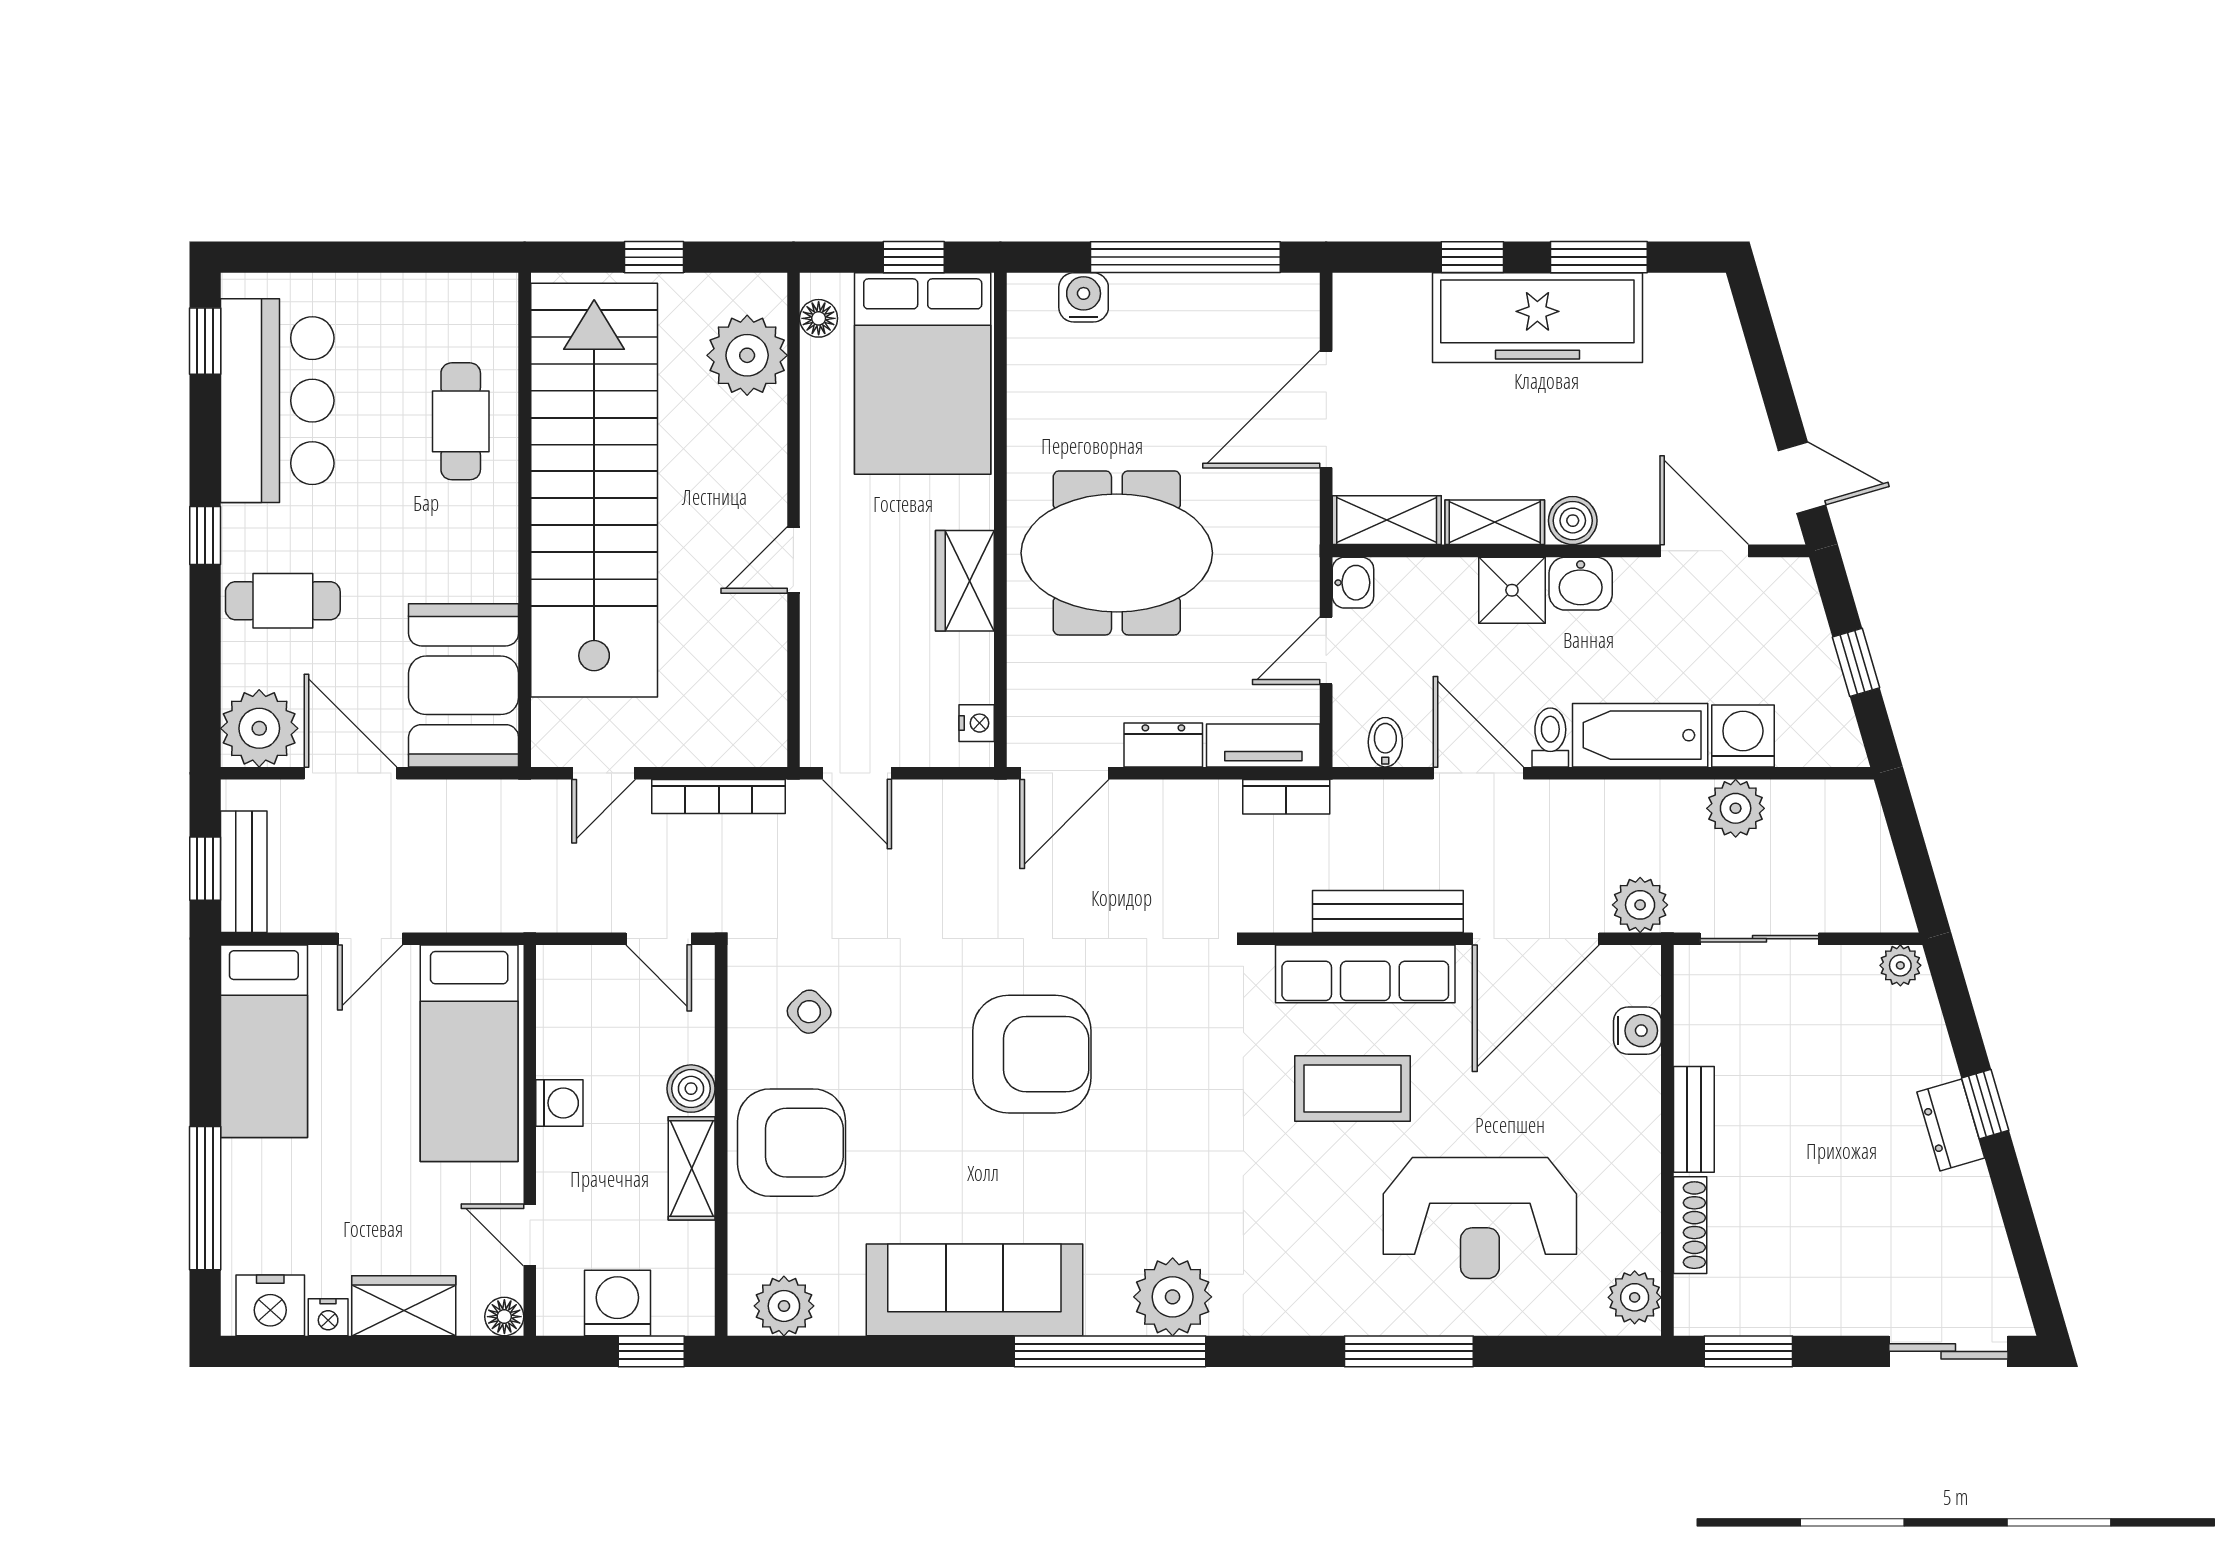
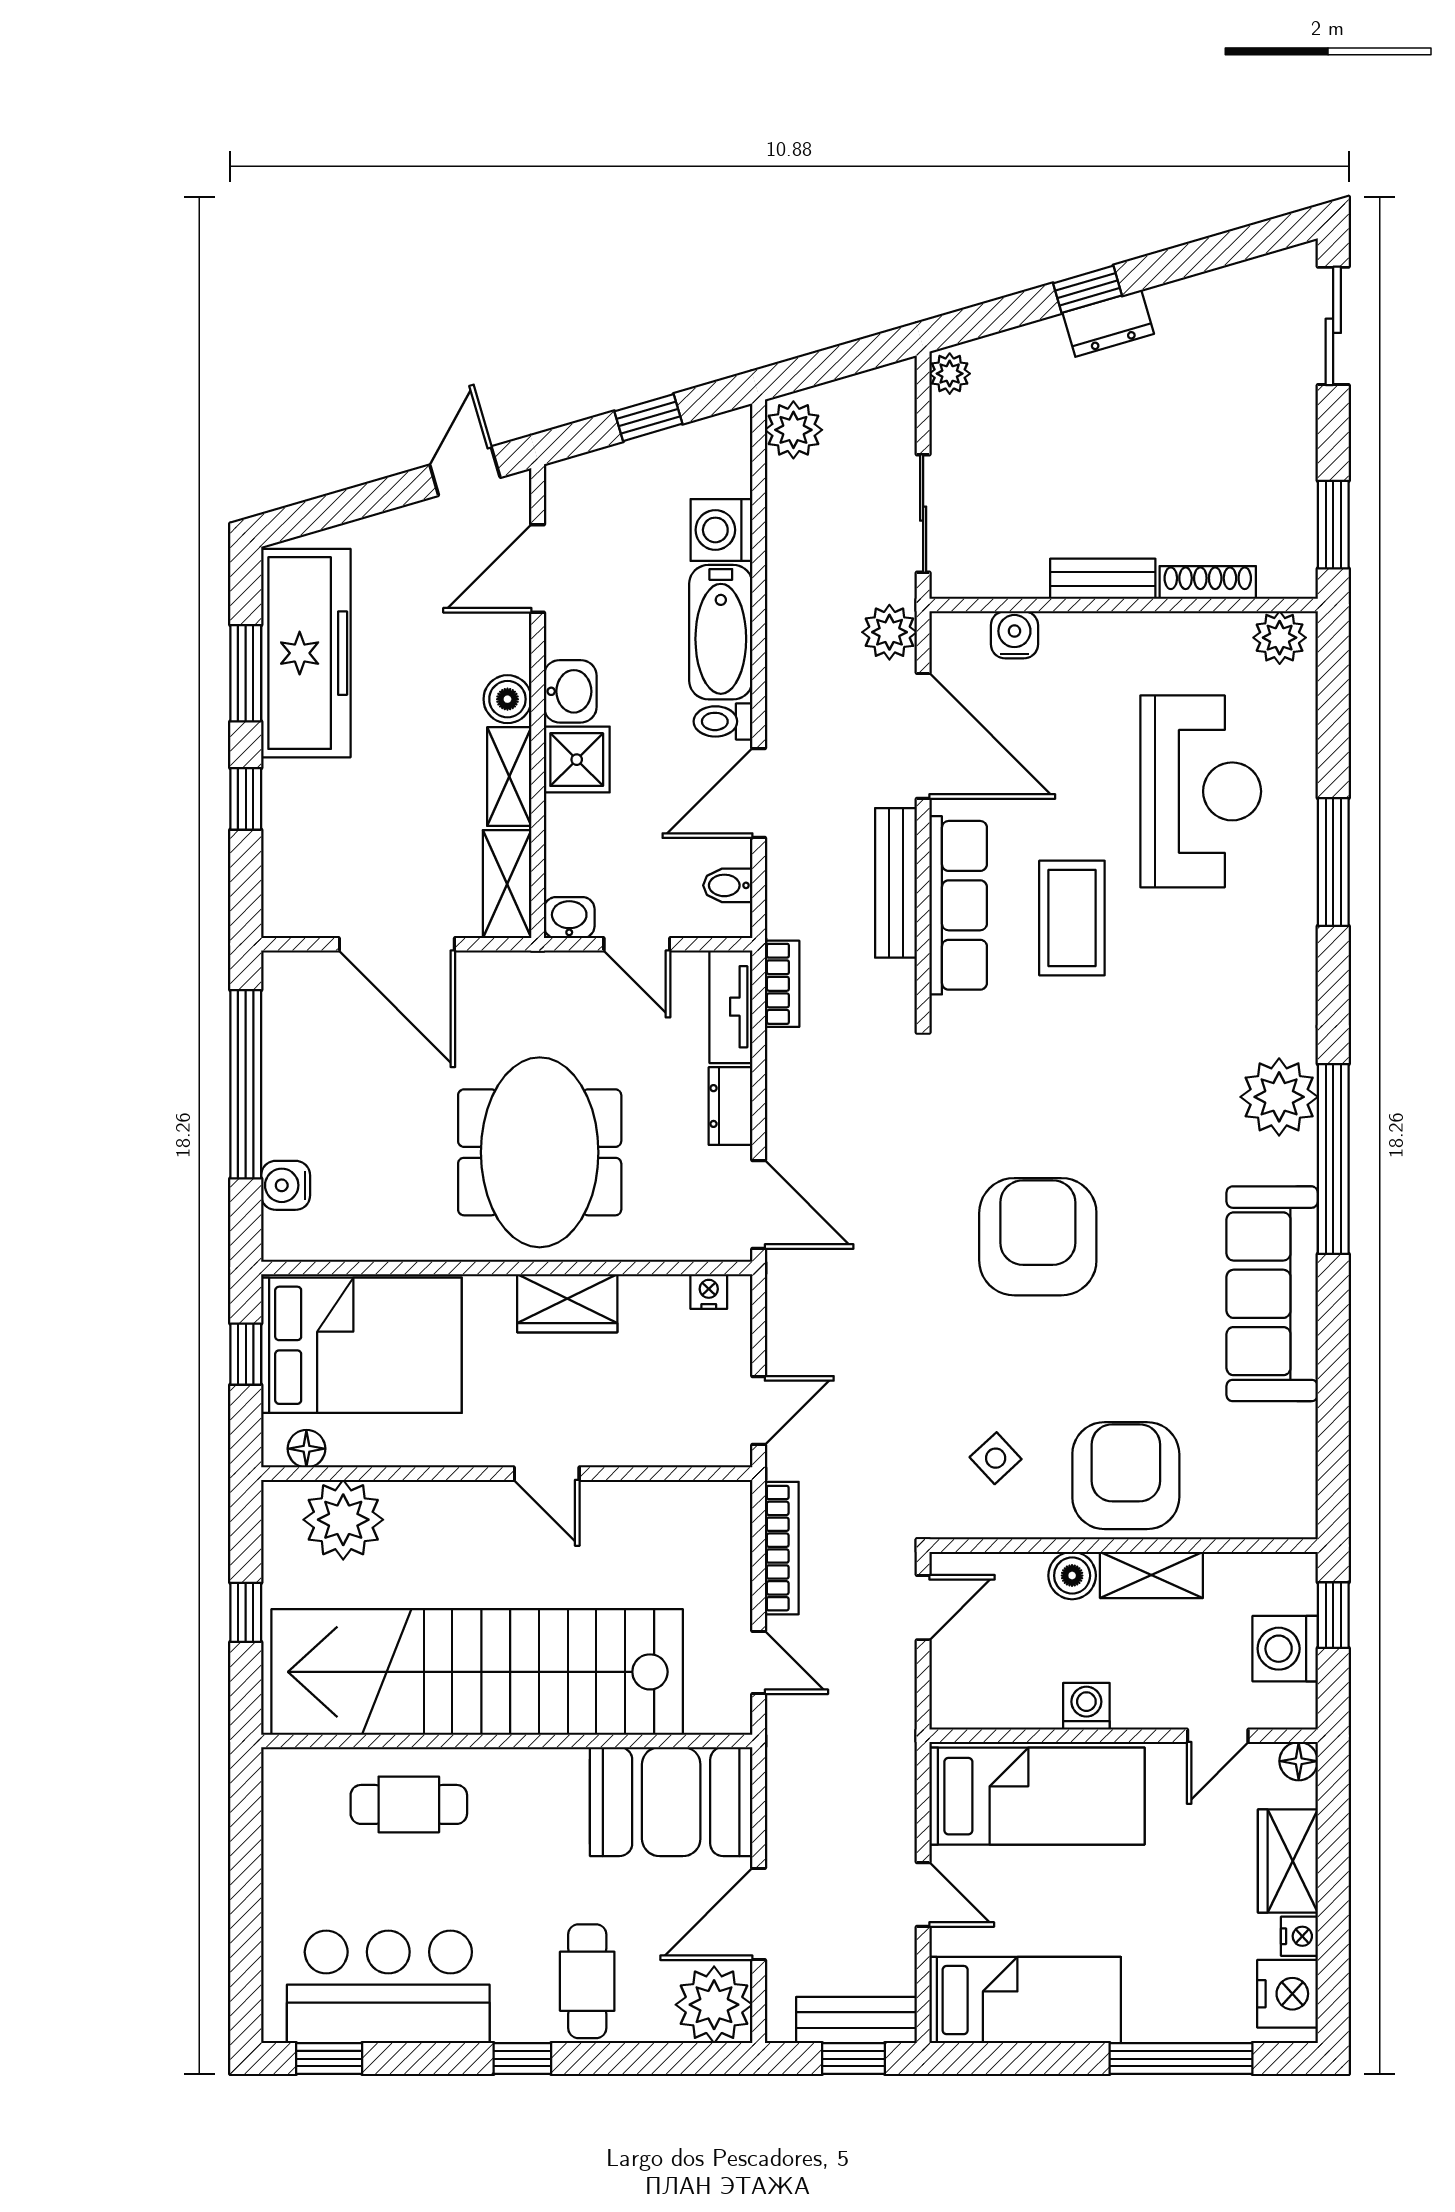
freezer: (1537, 318) -> (306, 653), moved
plant: (1736, 808) -> (793, 430), moved
plant: (784, 1306) -> (1288, 1483), removed

